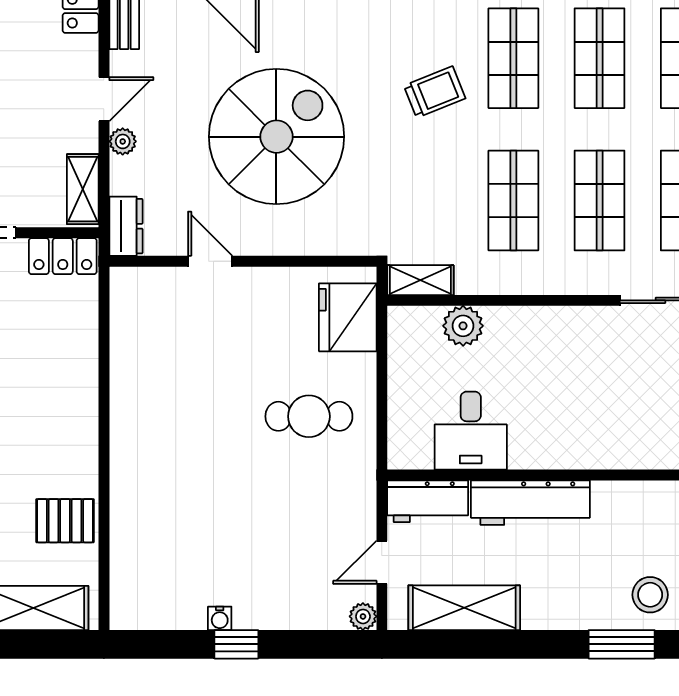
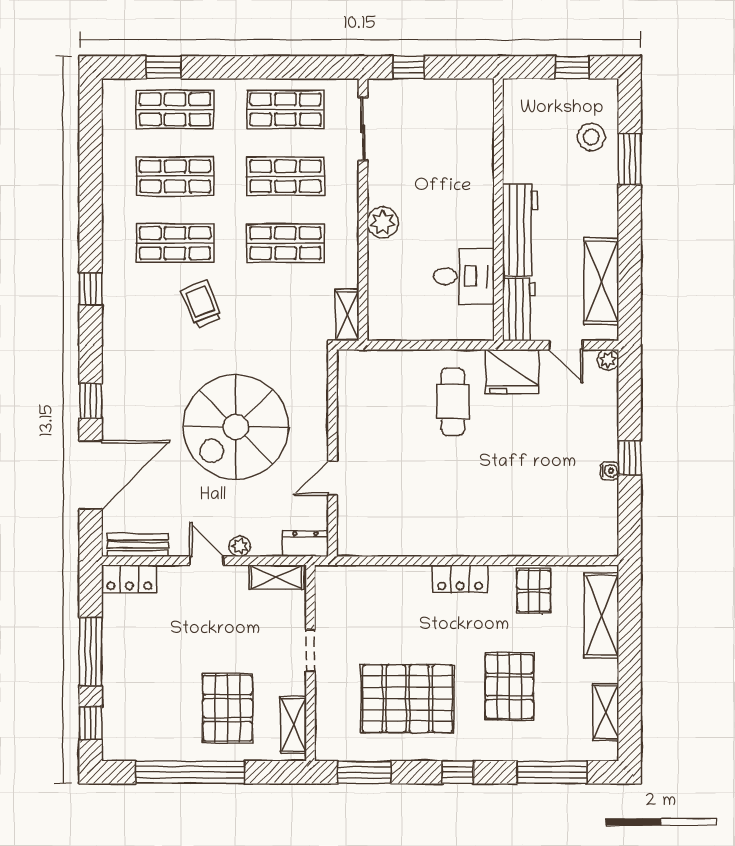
spiral stairs: (276, 137) -> (236, 427), turned -90
locker: (63, 256) -> (460, 579), moved, turned 90
fridge: (348, 317) -> (512, 372), moved
plant: (463, 326) -> (383, 222), moved

